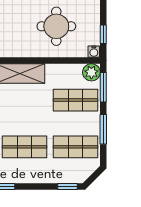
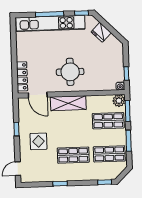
round table: (56, 26) -> (70, 72), moved

